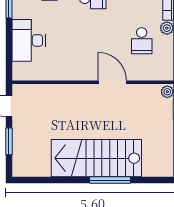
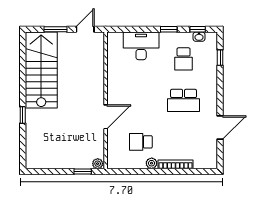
stairs: (96, 158) -> (41, 70), moved
window: (110, 180) -> (23, 115), width x0.46

